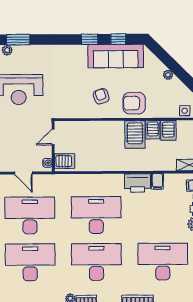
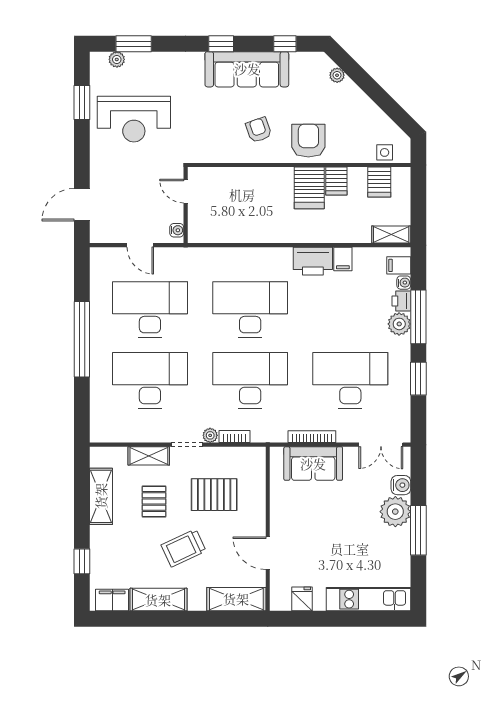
window: (90, 39) -> (221, 44), moved
sofa: (116, 56) -> (247, 69), moved
plant: (168, 75) -> (337, 75), moved
armchair: (134, 103) -> (308, 141), turned 90
server rack: (168, 130) -> (379, 182), moved
door: (53, 137) -> (186, 191), hinge flipped
server rack: (65, 161) -> (203, 228), removed

